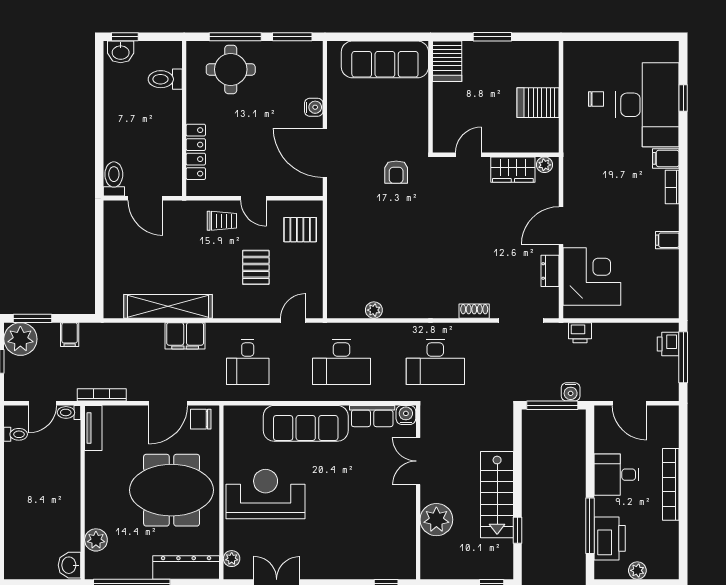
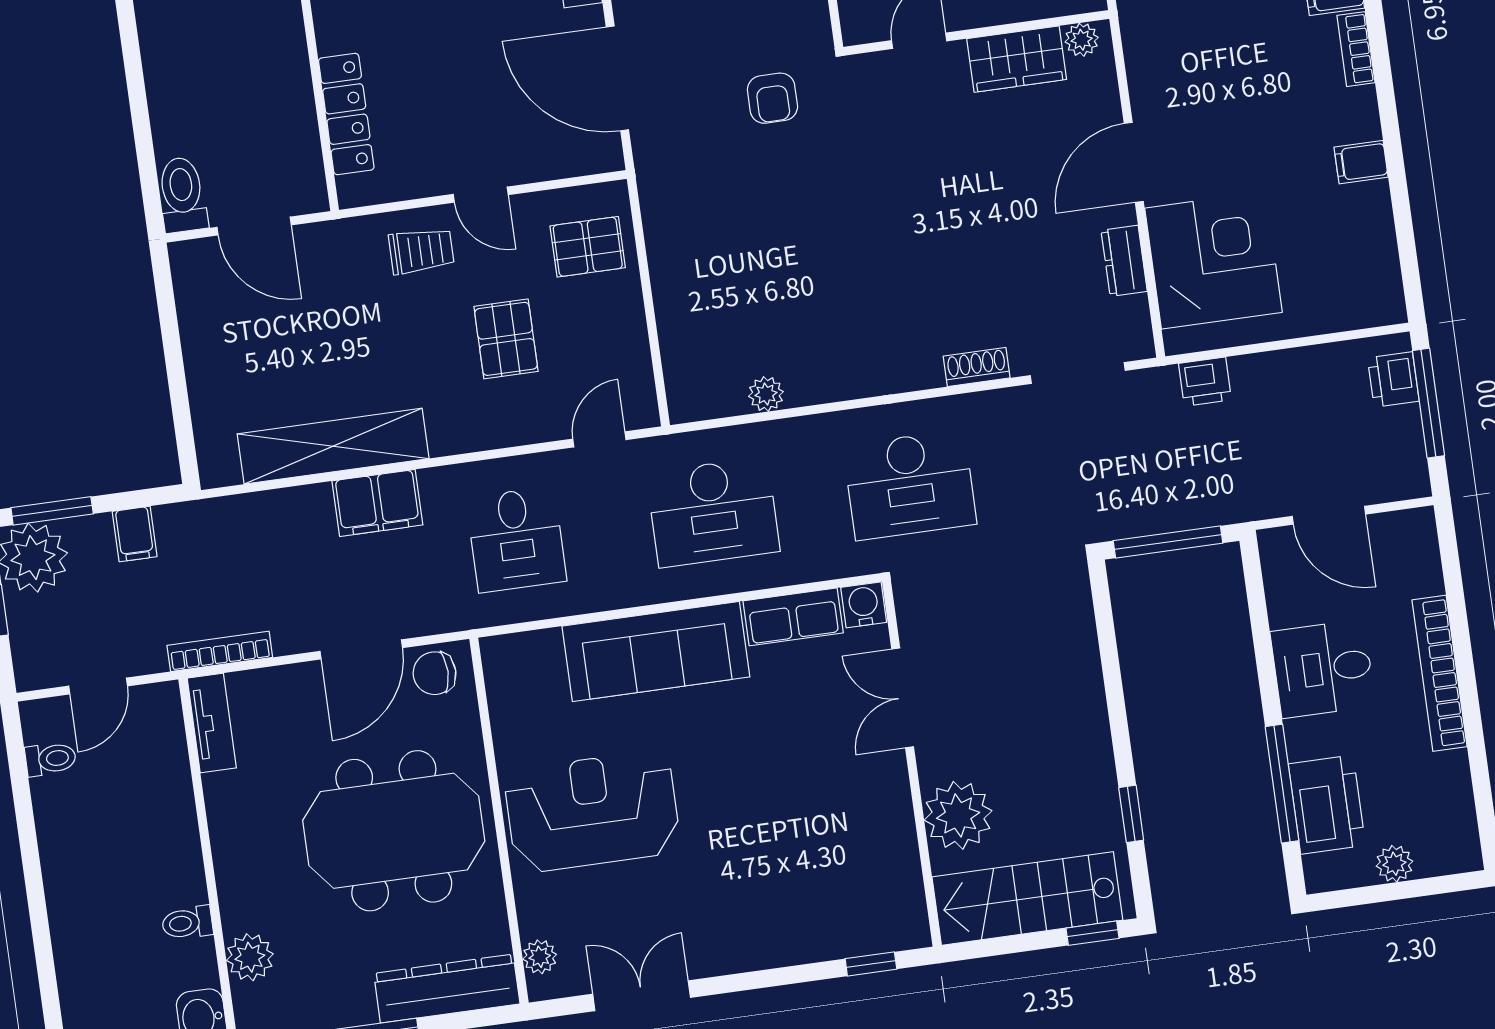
water cooler: (571, 392) -> (1202, 508), removed
toilet: (69, 412) -> (187, 923), moved
stairs: (497, 495) -> (1027, 898), moved, turned 90

